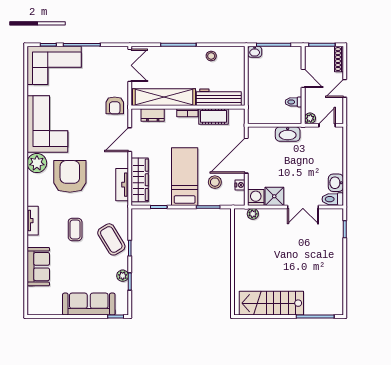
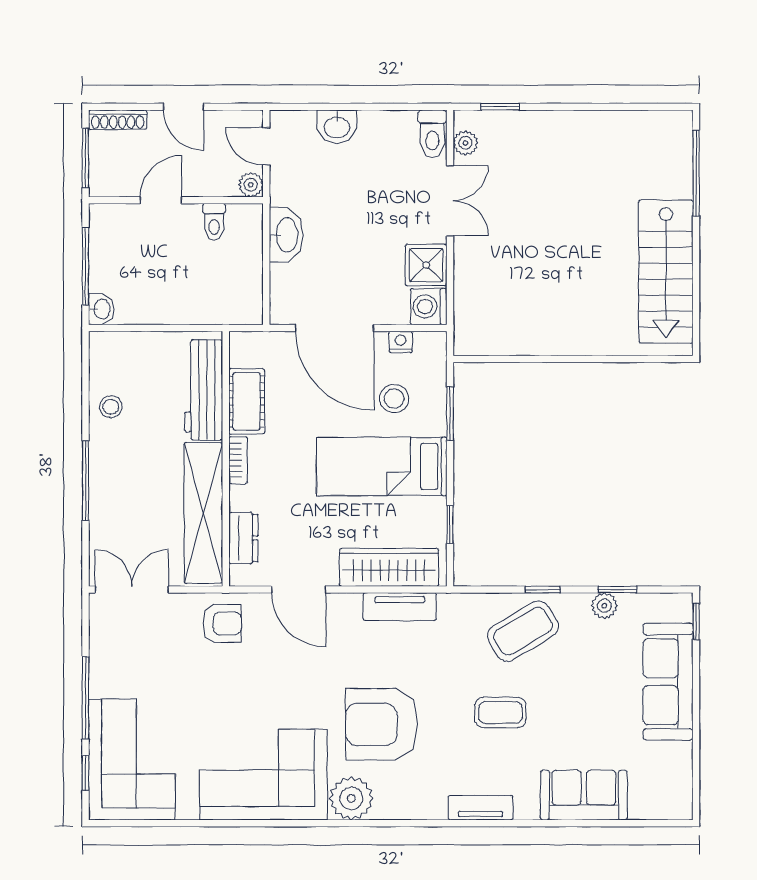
washbasin: (336, 183) -> (337, 127), moved
plant: (253, 214) -> (465, 143), moved

